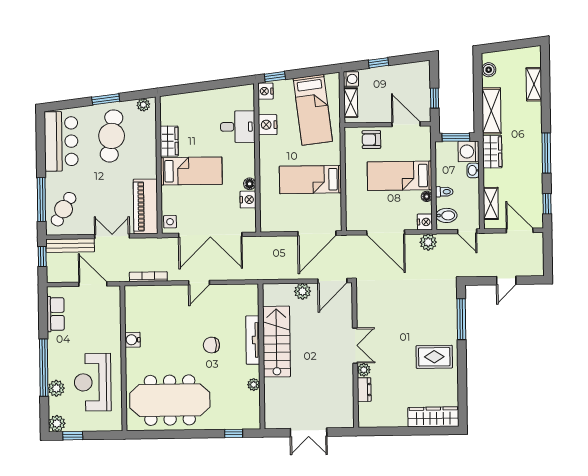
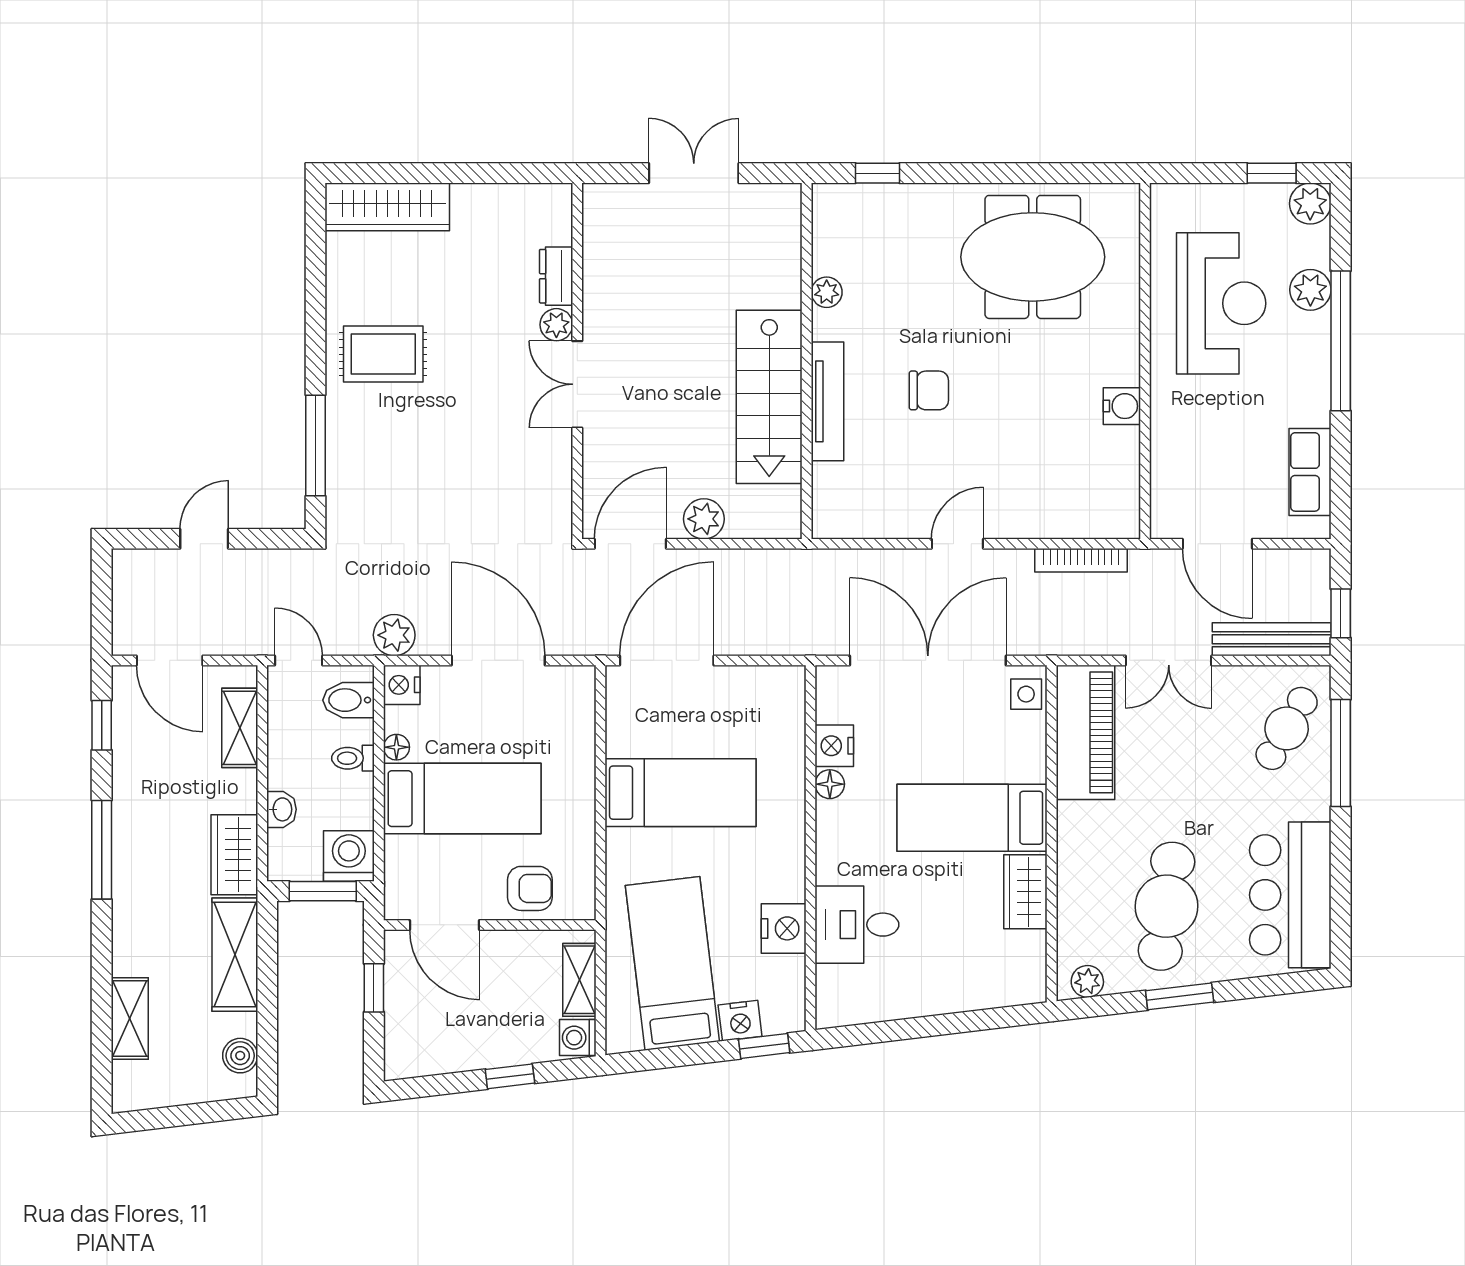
nightstand: (266, 91) -> (740, 1021), moved, turned 83
washing machine: (469, 151) -> (349, 856), moved, turned -90
meeting table: (170, 400) -> (1033, 257), width x0.73

